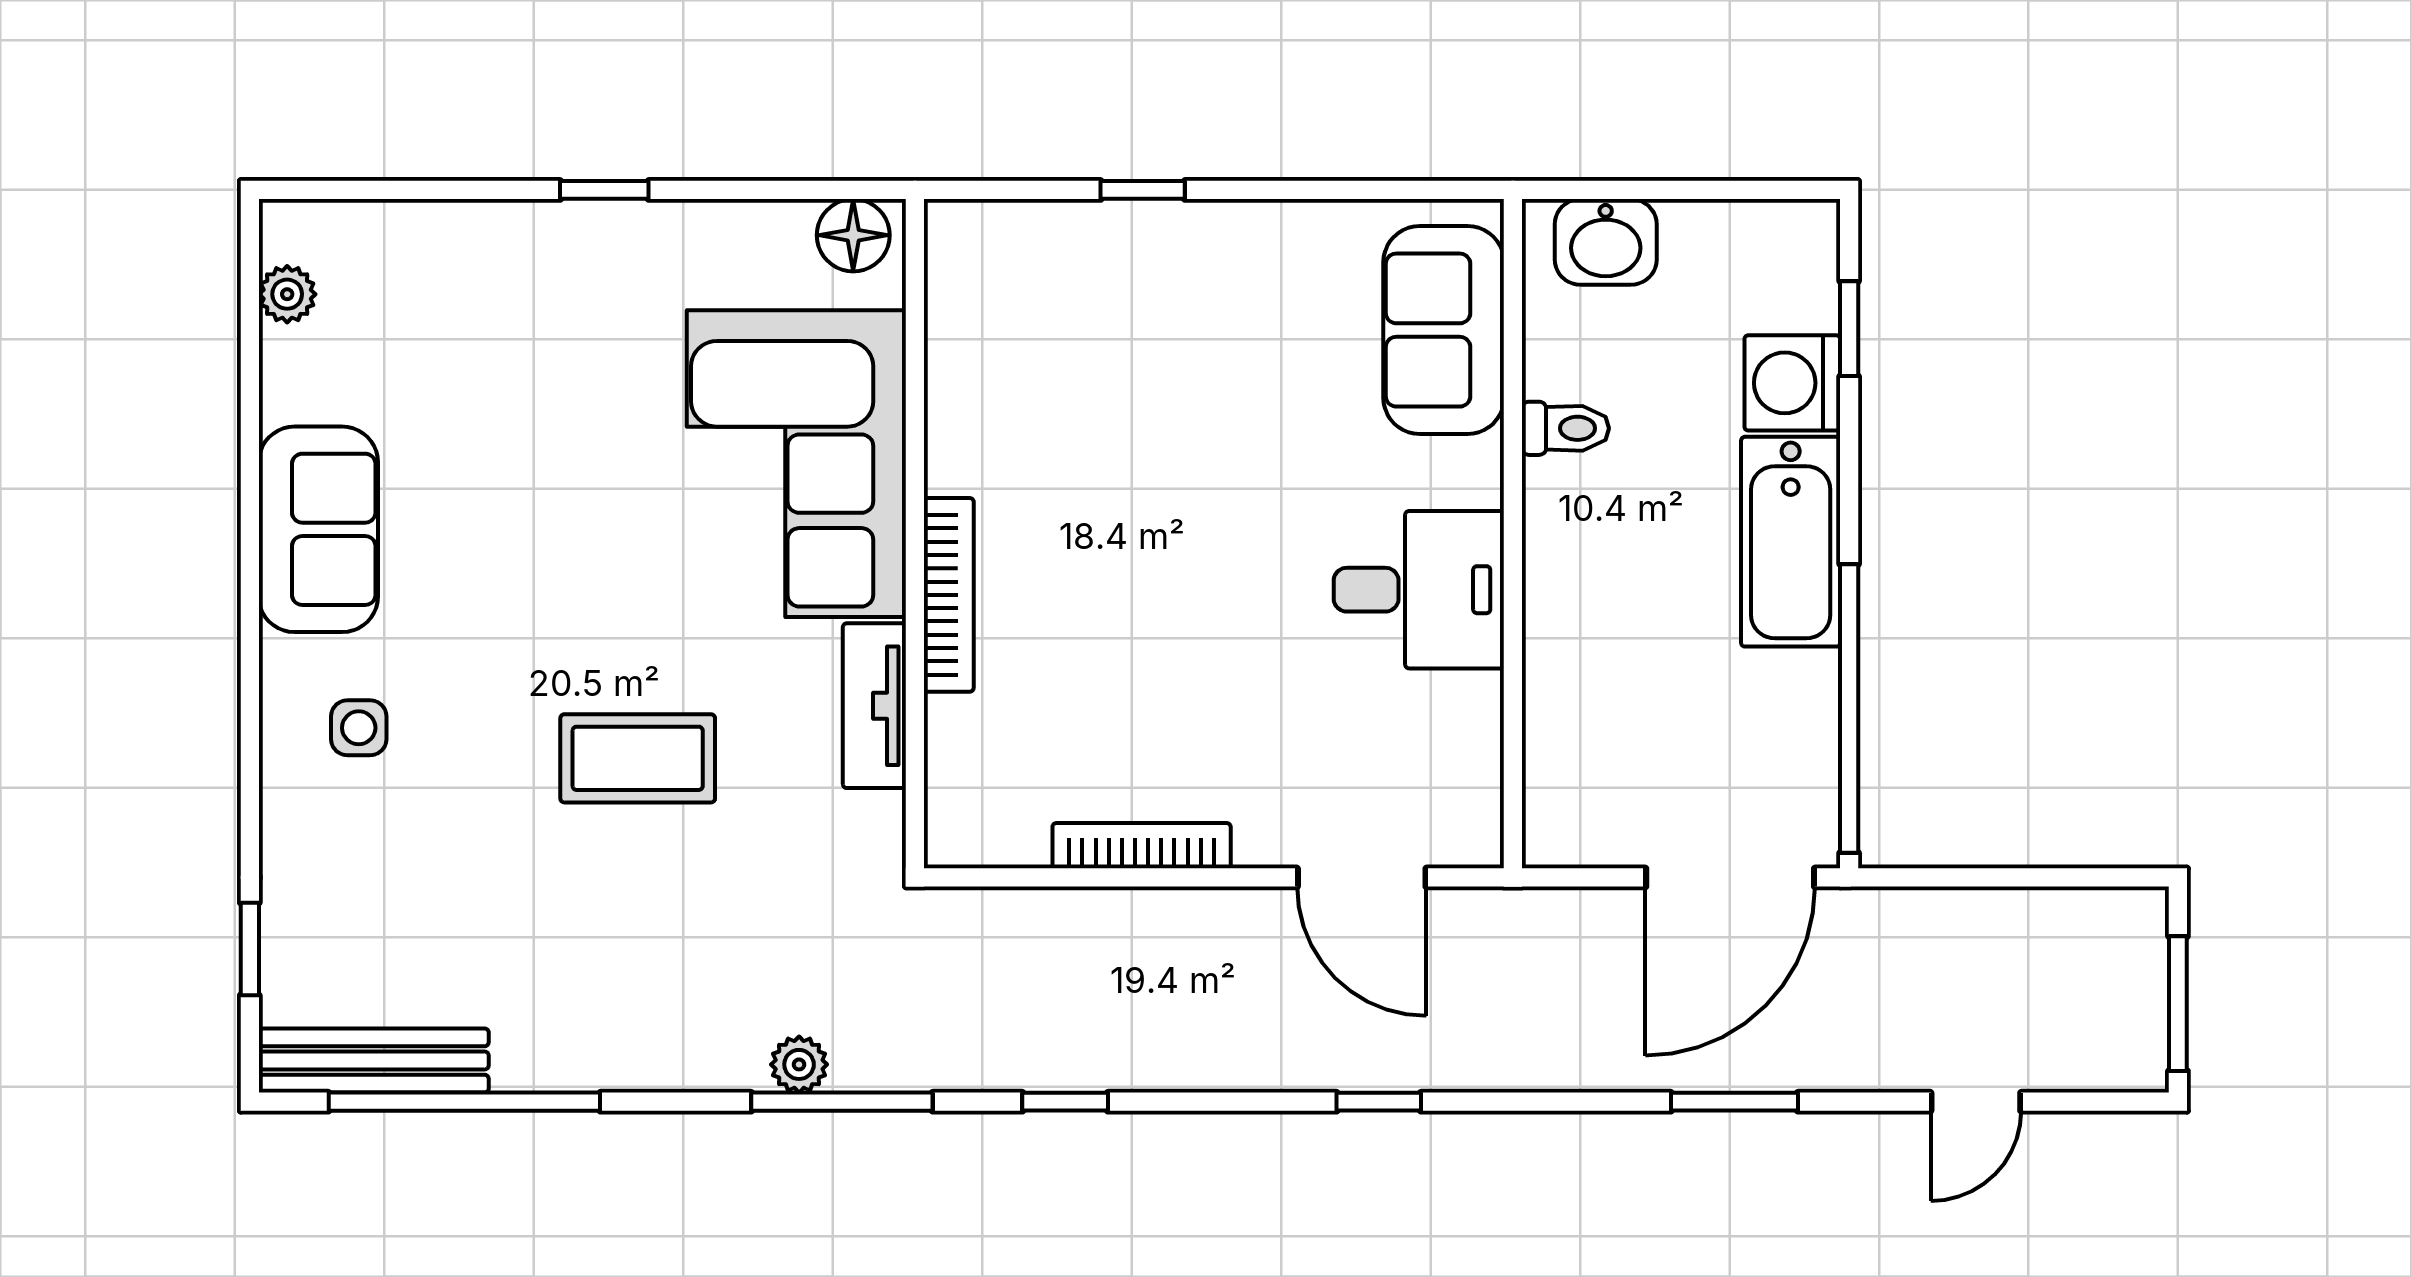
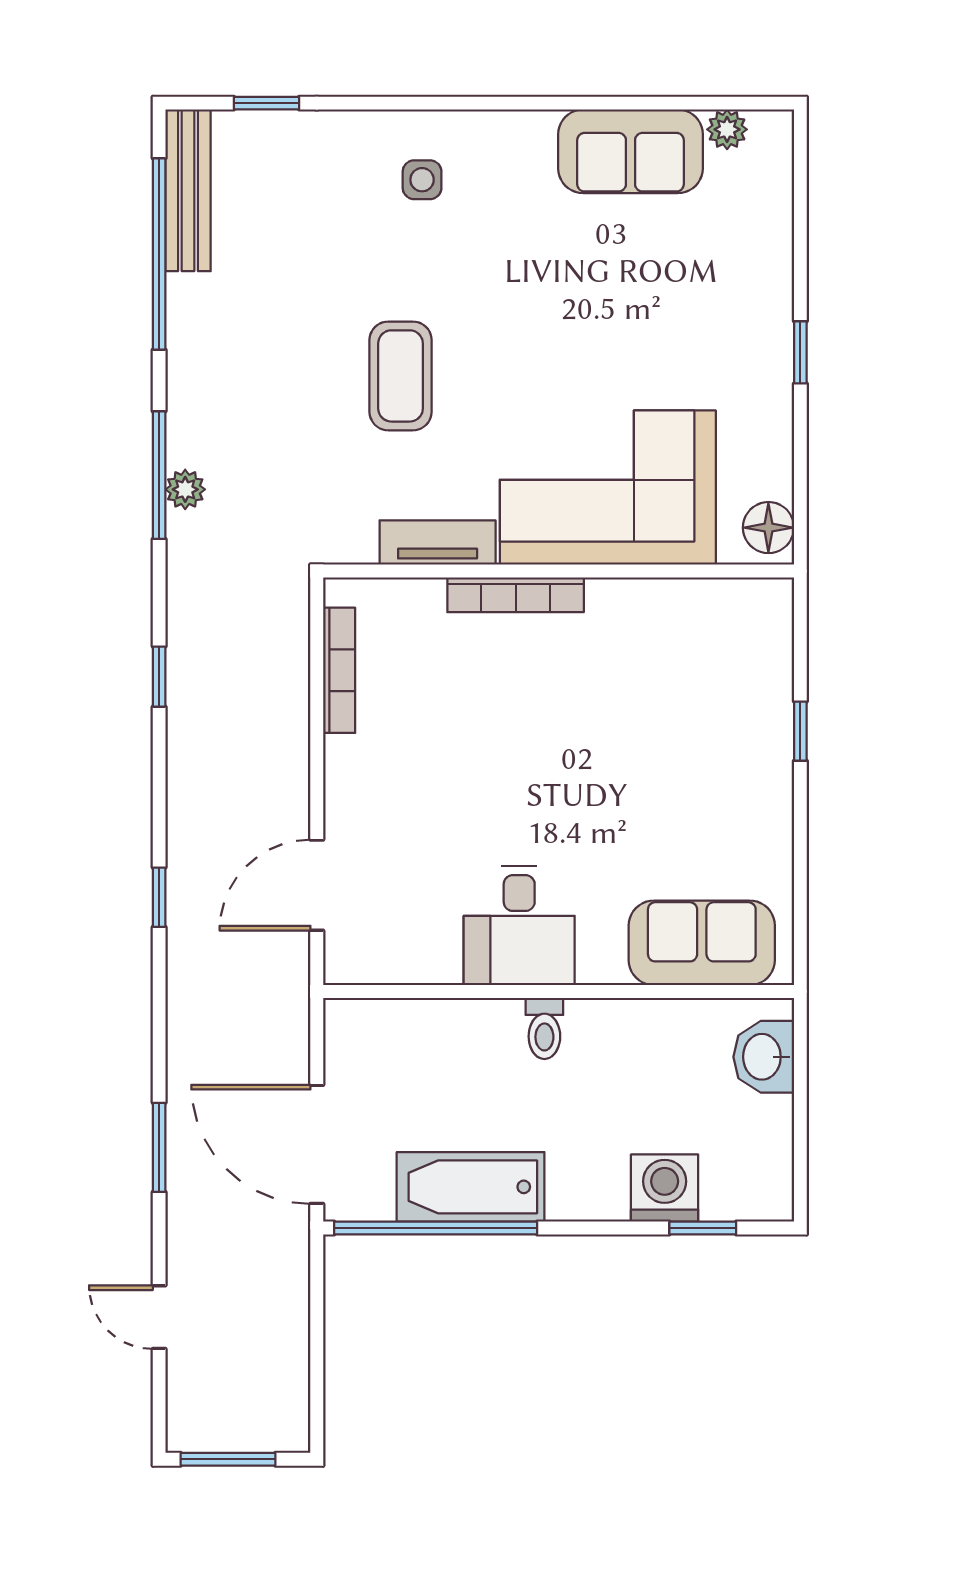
toilet: (1565, 428) -> (544, 1028), moved
sofa: (318, 529) -> (631, 151), moved
bathtub: (1791, 542) -> (471, 1187), moved
bookcase: (1142, 846) -> (339, 670), moved
window: (842, 1102) -> (159, 475), moved

